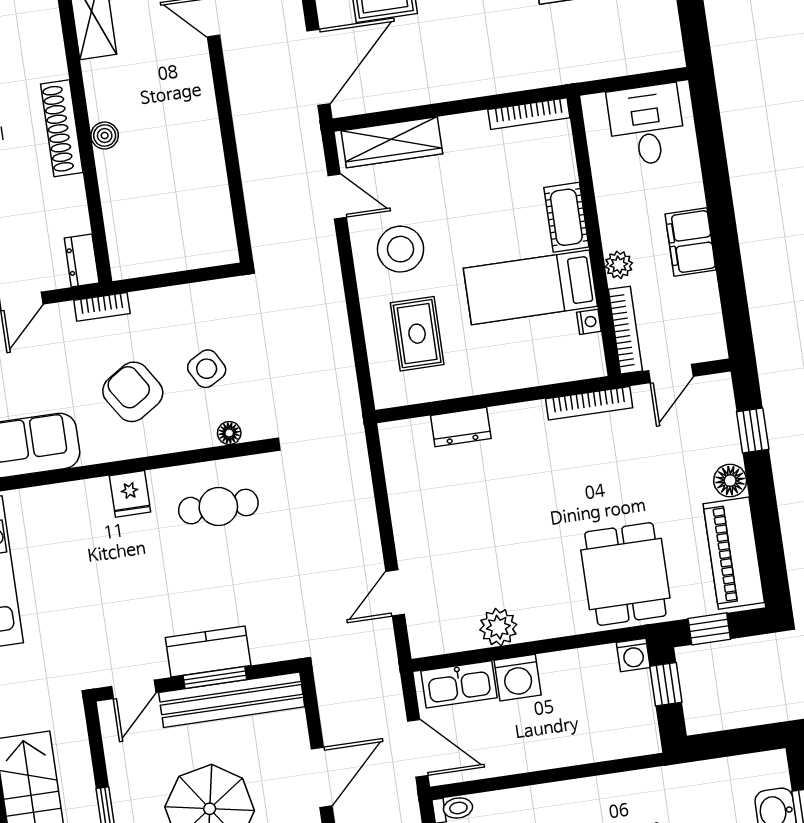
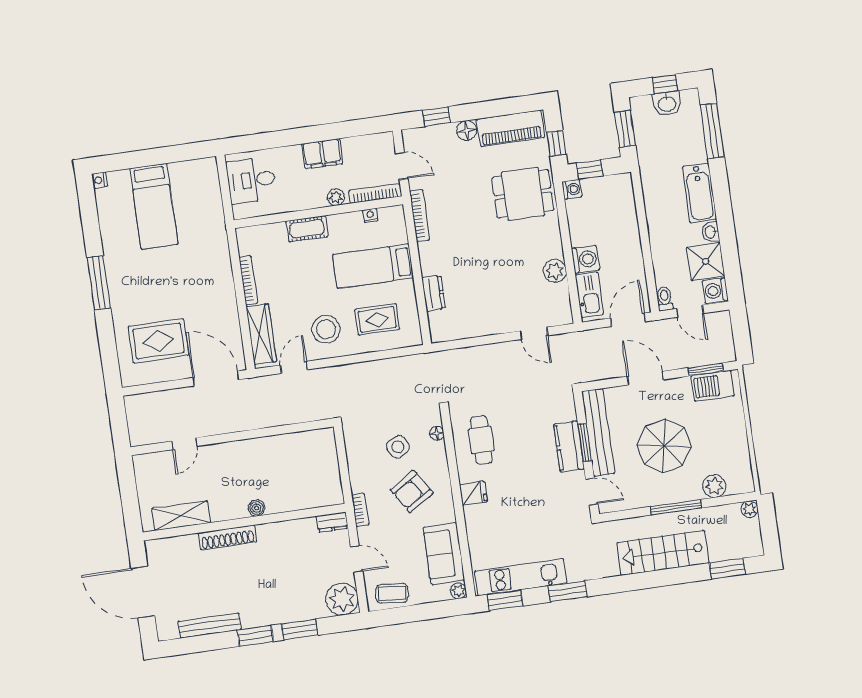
bookcase: (529, 114) -> (248, 280), moved
shoe rack: (62, 128) -> (227, 537), moved
bed: (530, 287) -> (373, 266), moved, turned 90
window: (733, 742) -> (625, 129), added

